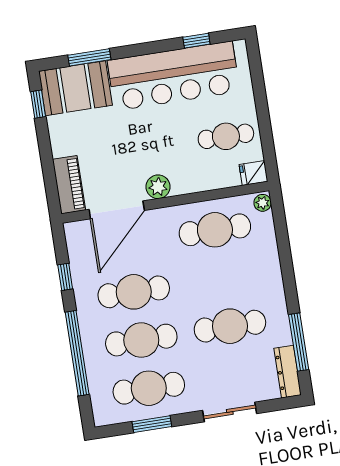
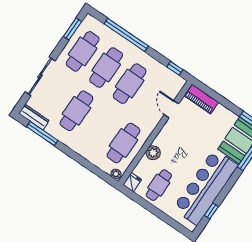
plant: (158, 187) -> (153, 153), moved
door: (117, 210) -> (171, 109), width x0.53
window: (65, 277) -> (175, 68), moved
sliding door: (230, 412) -> (40, 76), width x1.37
window: (152, 424) -> (73, 29), moved

